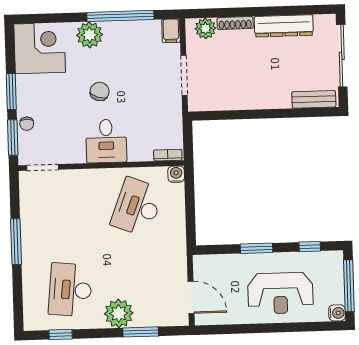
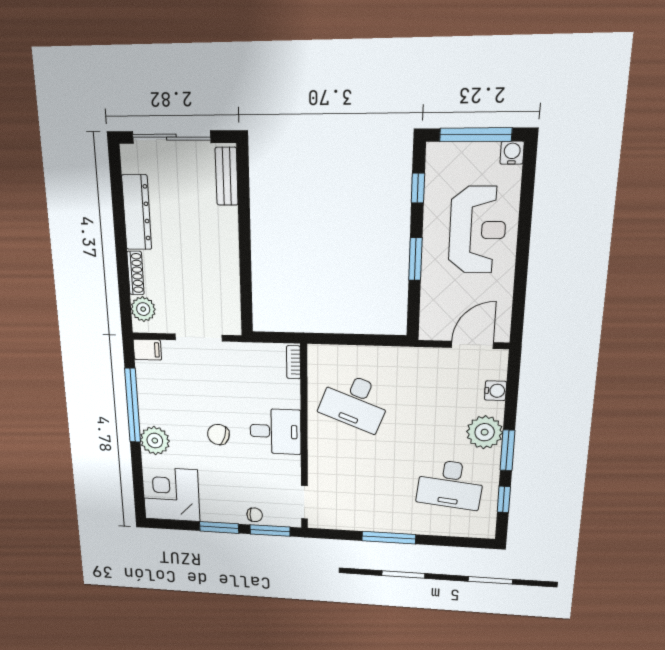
water cooler: (176, 174) -> (495, 391), moved, turned 180
window: (141, 332) -> (507, 450), moved

